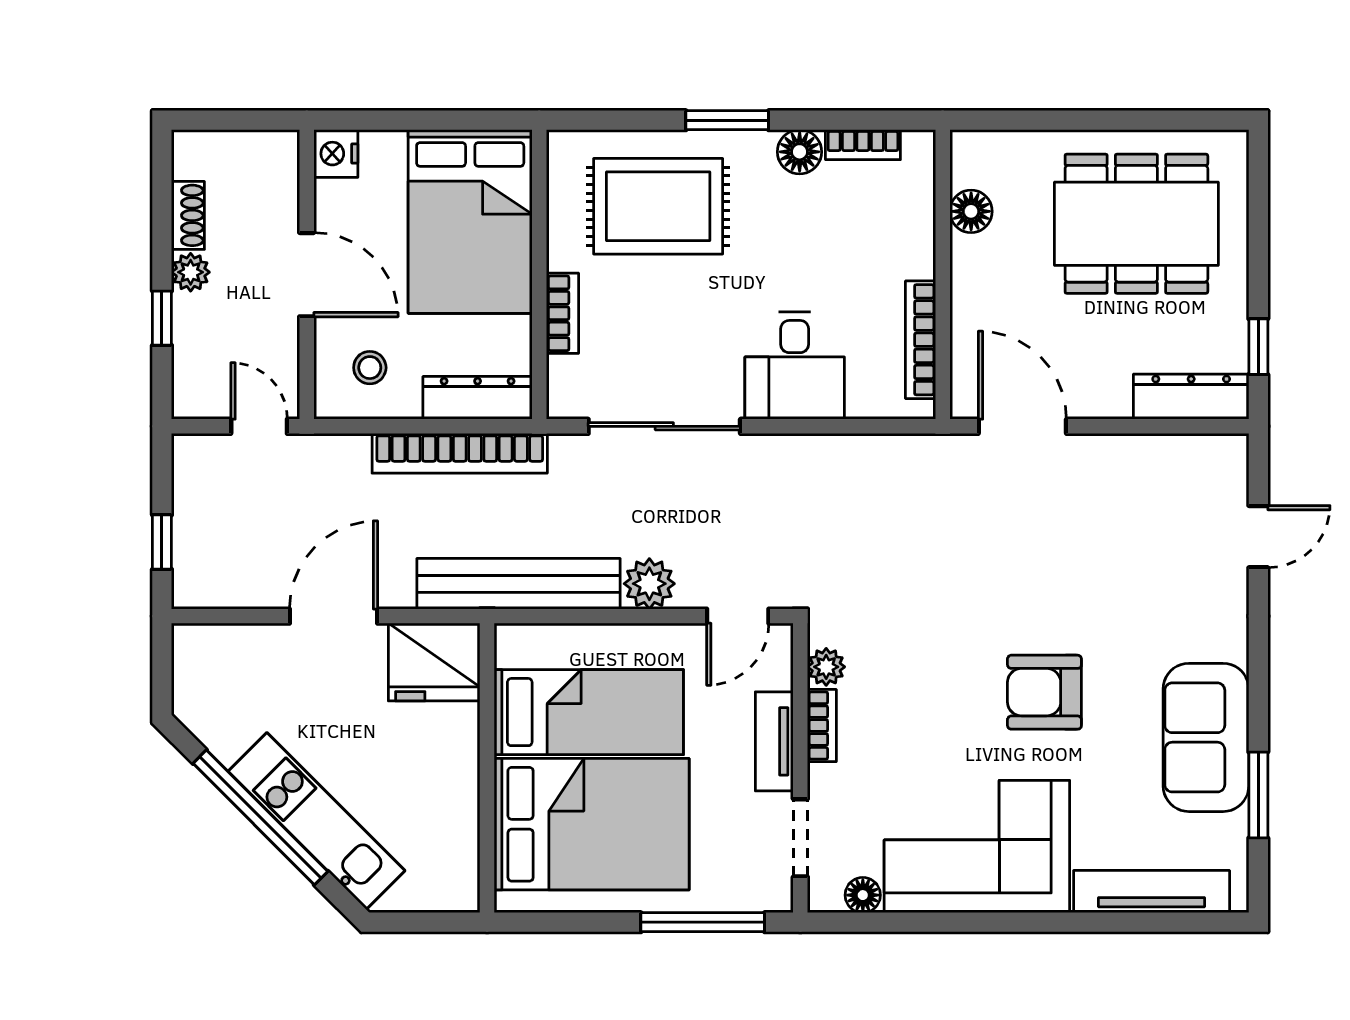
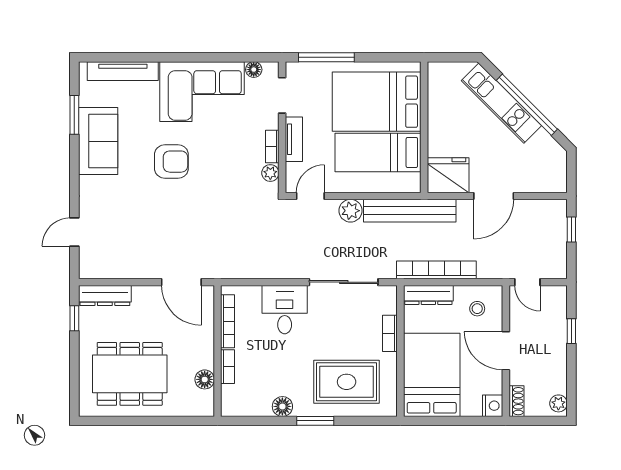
bookcase: (863, 145) -> (228, 367), moved, turned 90
shoe rack: (188, 215) -> (517, 401), moved, turned 180
plant: (191, 272) -> (558, 403), moved

